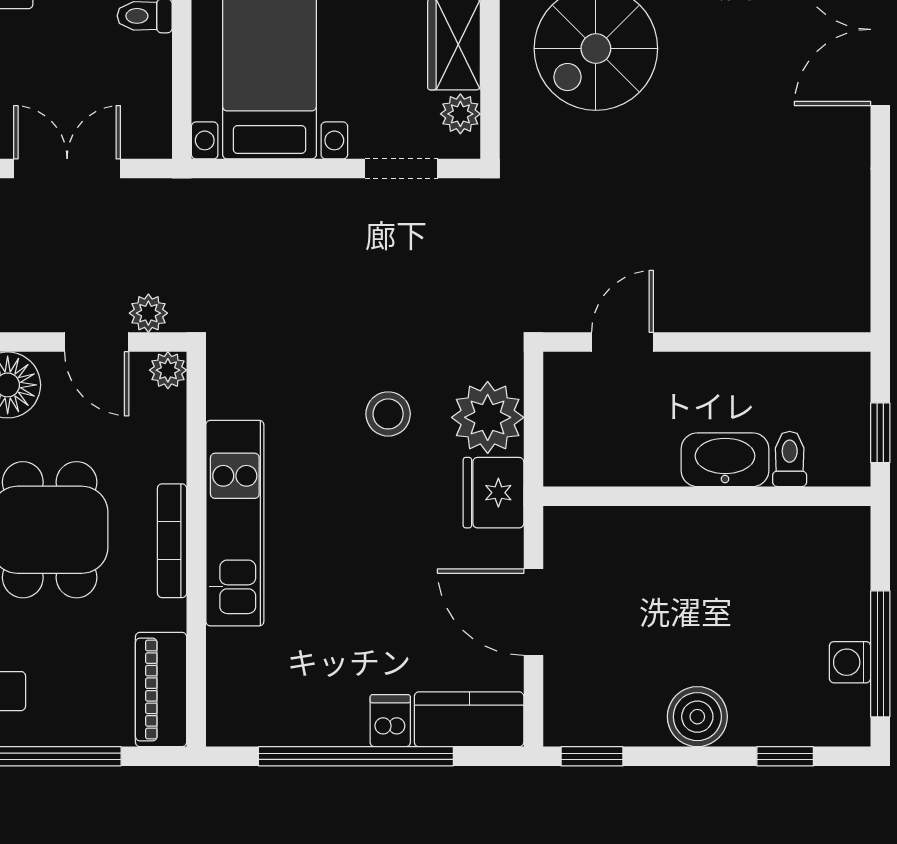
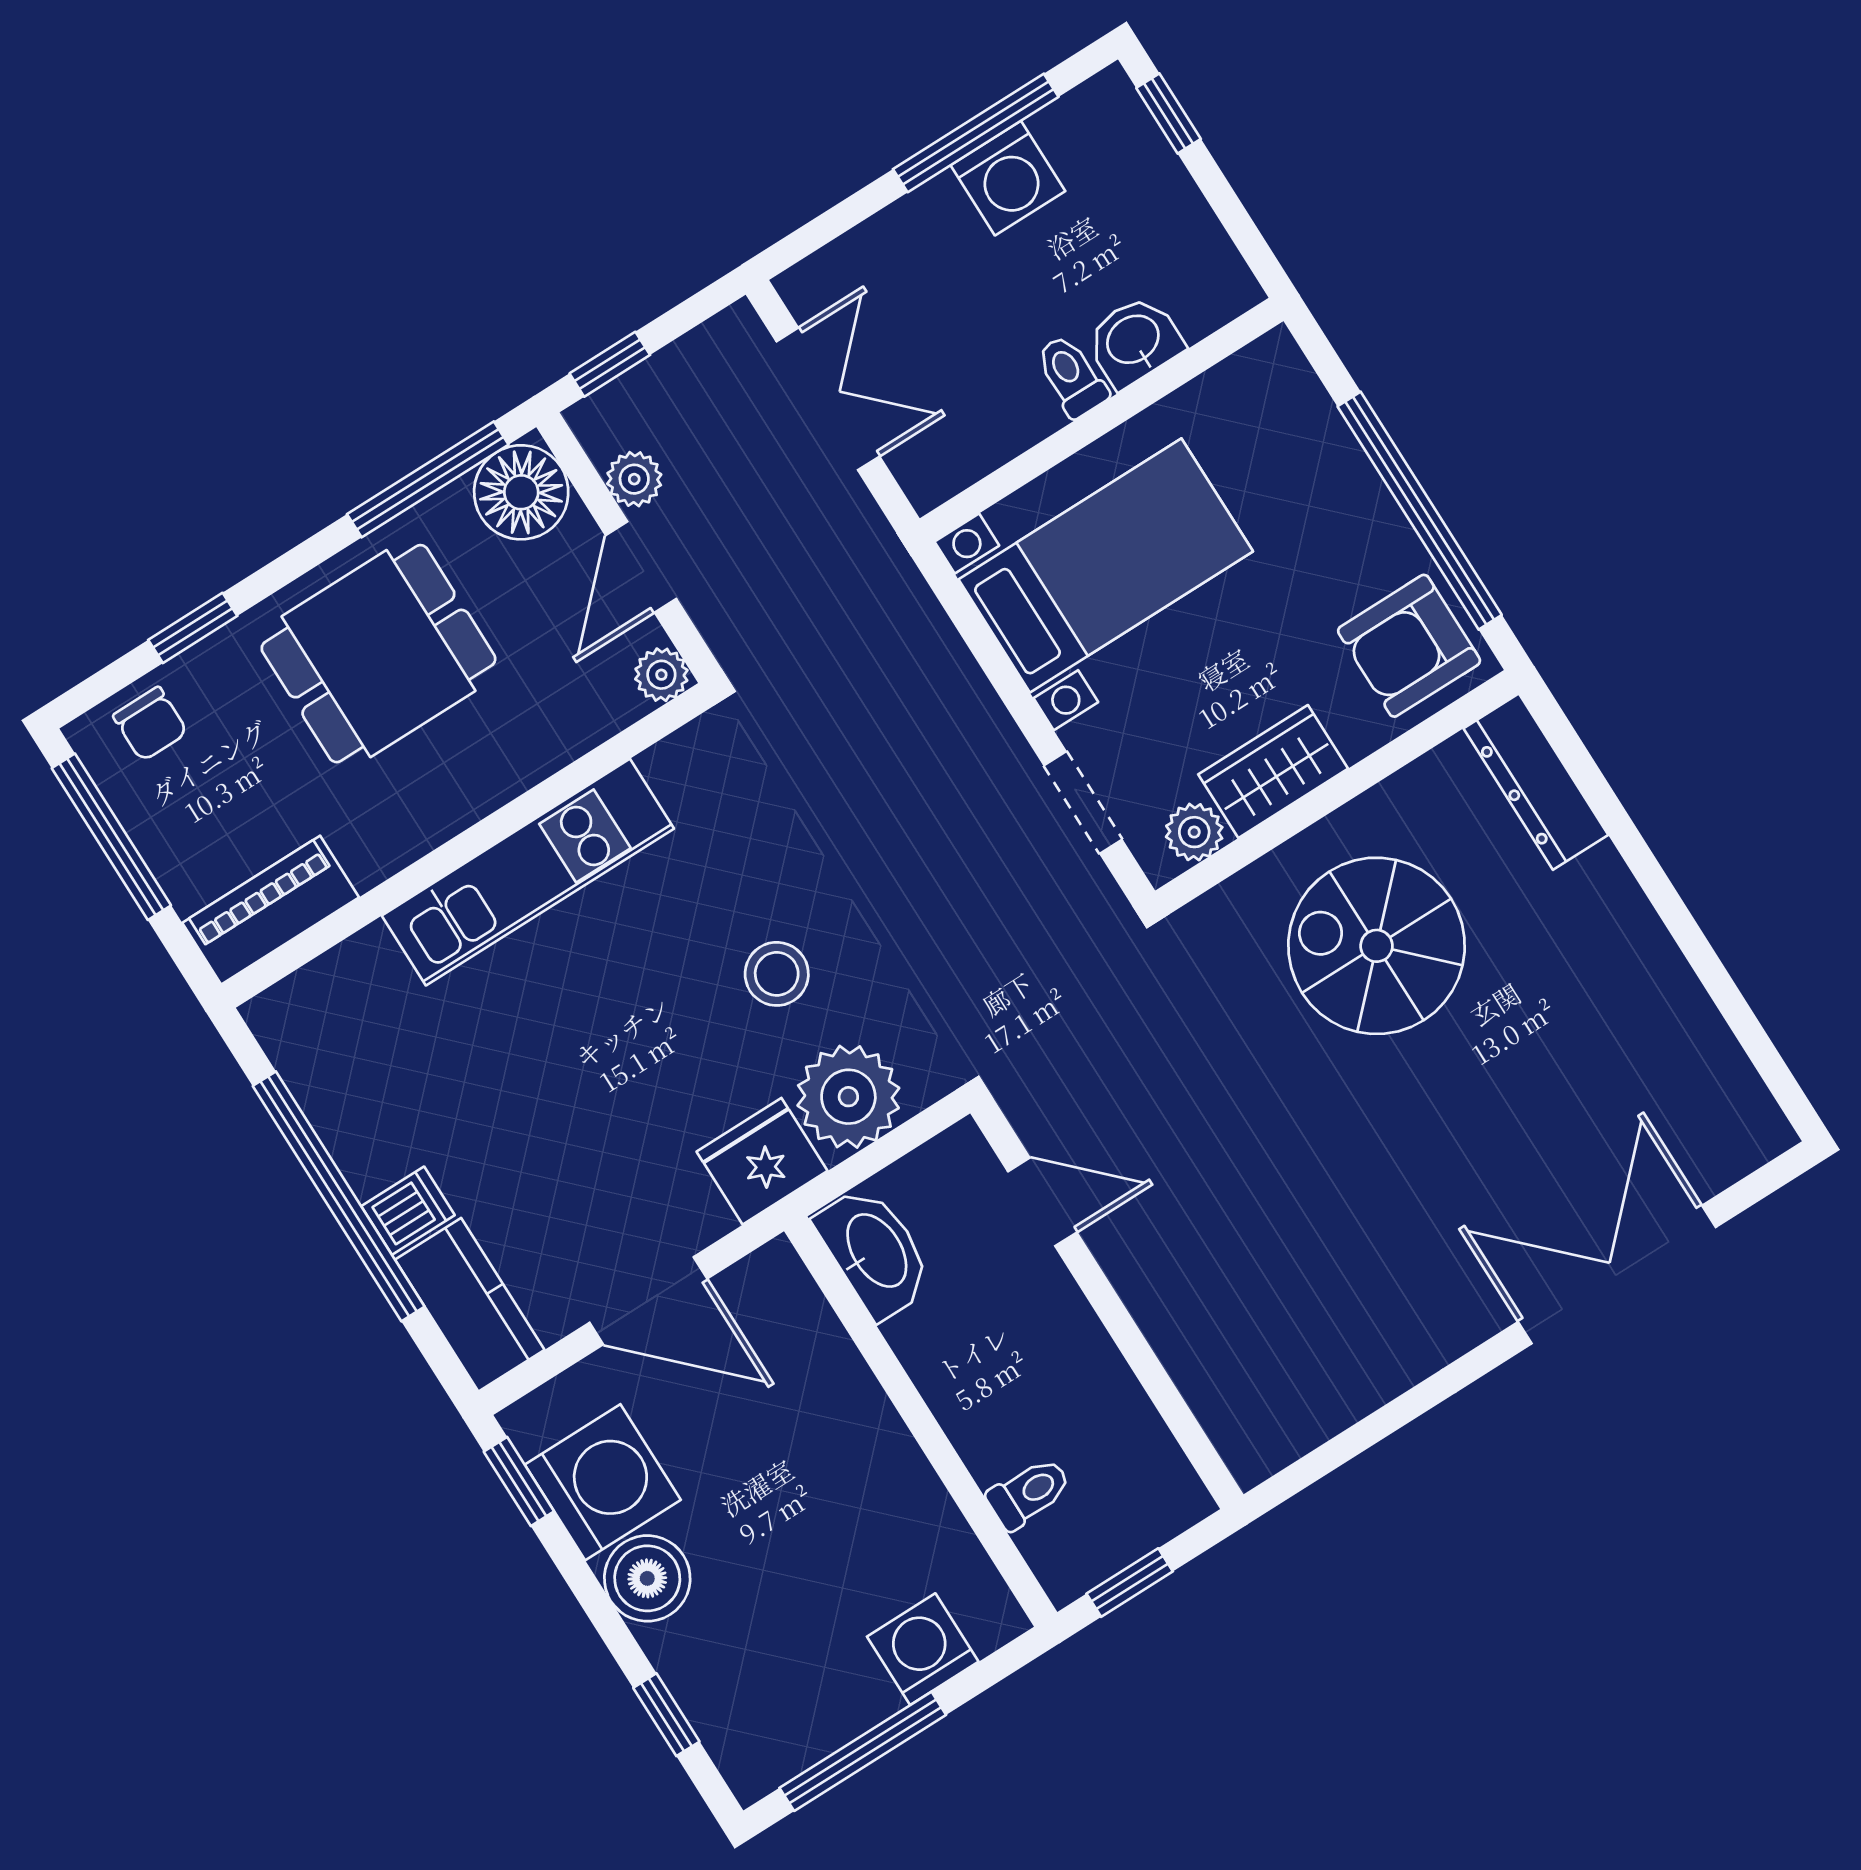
plant: (148, 313) -> (634, 479), moved
washbasin: (725, 460) -> (875, 1252), moved
bookcase: (172, 541) -> (459, 810), removed
door: (533, 612) -> (648, 1301), swing flipped
washing machine: (850, 662) -> (923, 1649), moved, width x1.38, depth x1.38
washing machine: (624, 707) -> (603, 1482), added

